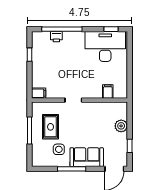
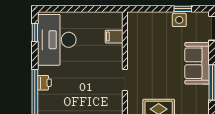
printer: (56, 37) -> (44, 83), moved
plant: (121, 126) -> (157, 20), removed
side table: (59, 149) -> (179, 20), moved

